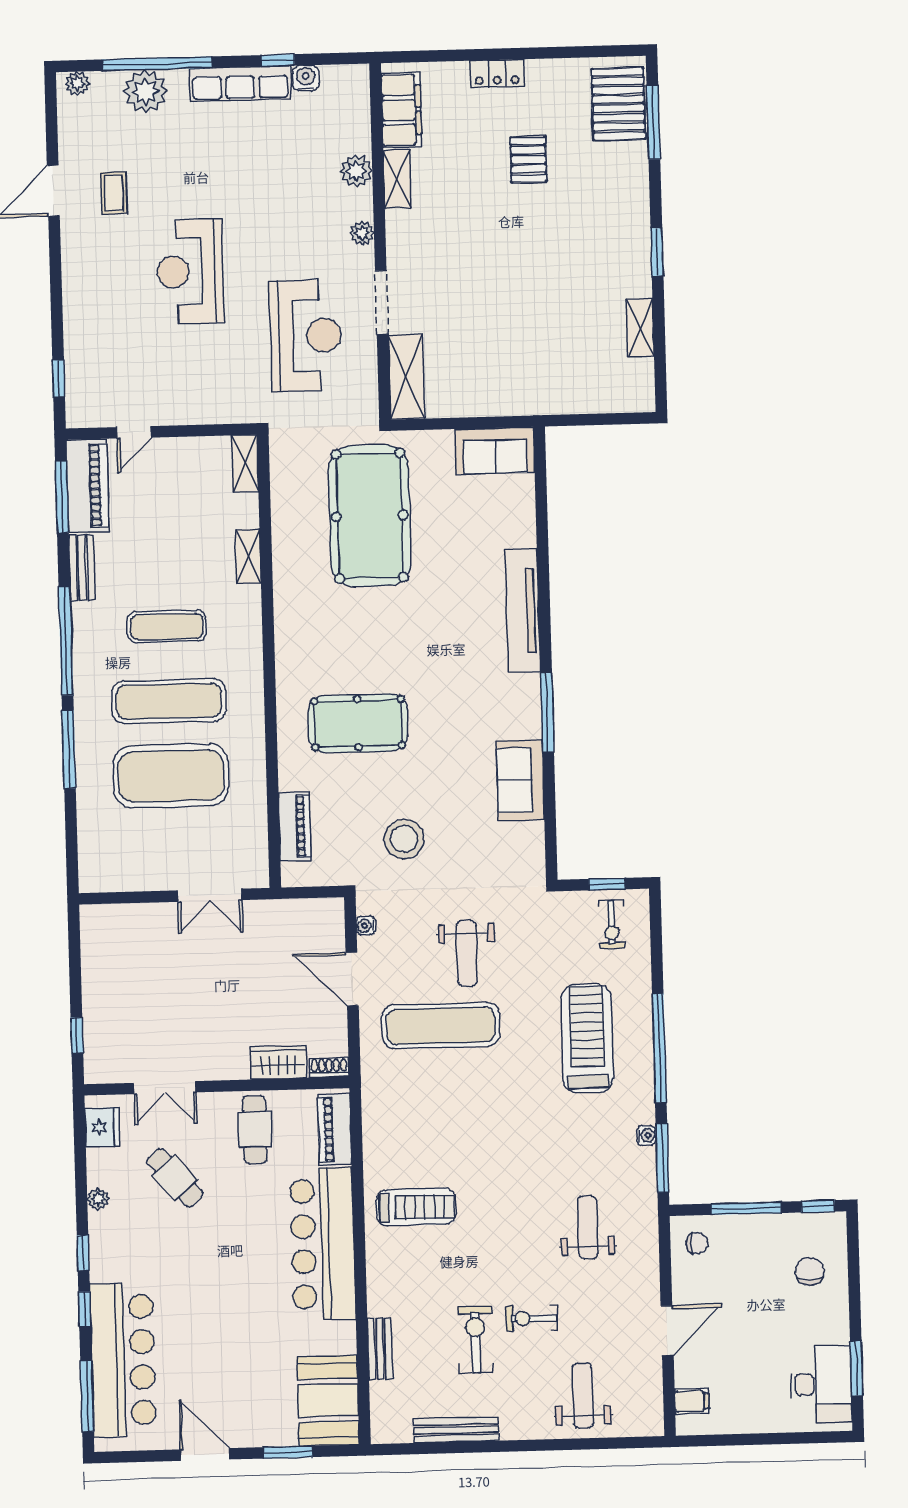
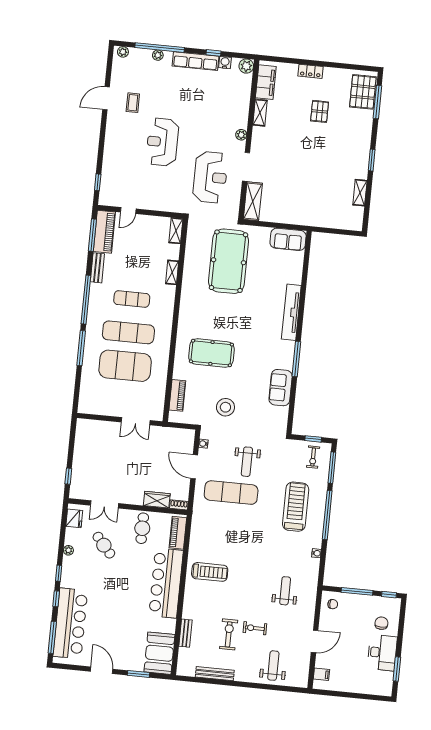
plant: (146, 91) -> (158, 55), width x0.53, depth x0.53
plant: (356, 171) -> (246, 66), moved
window: (662, 1158) -> (332, 468), moved
desk: (821, 1384) -> (382, 653), moved

